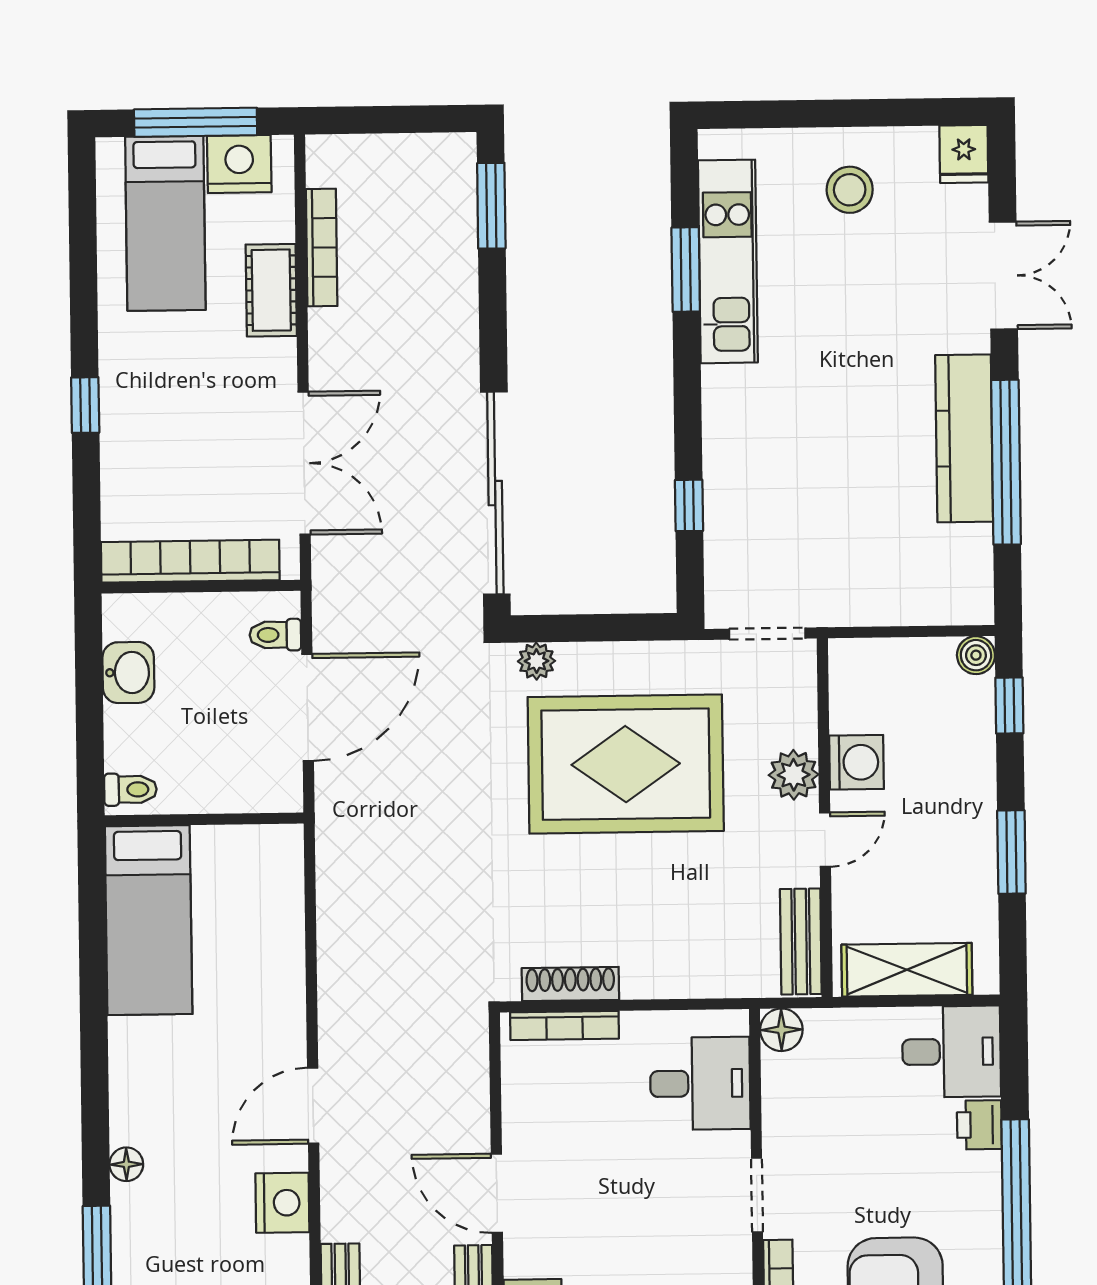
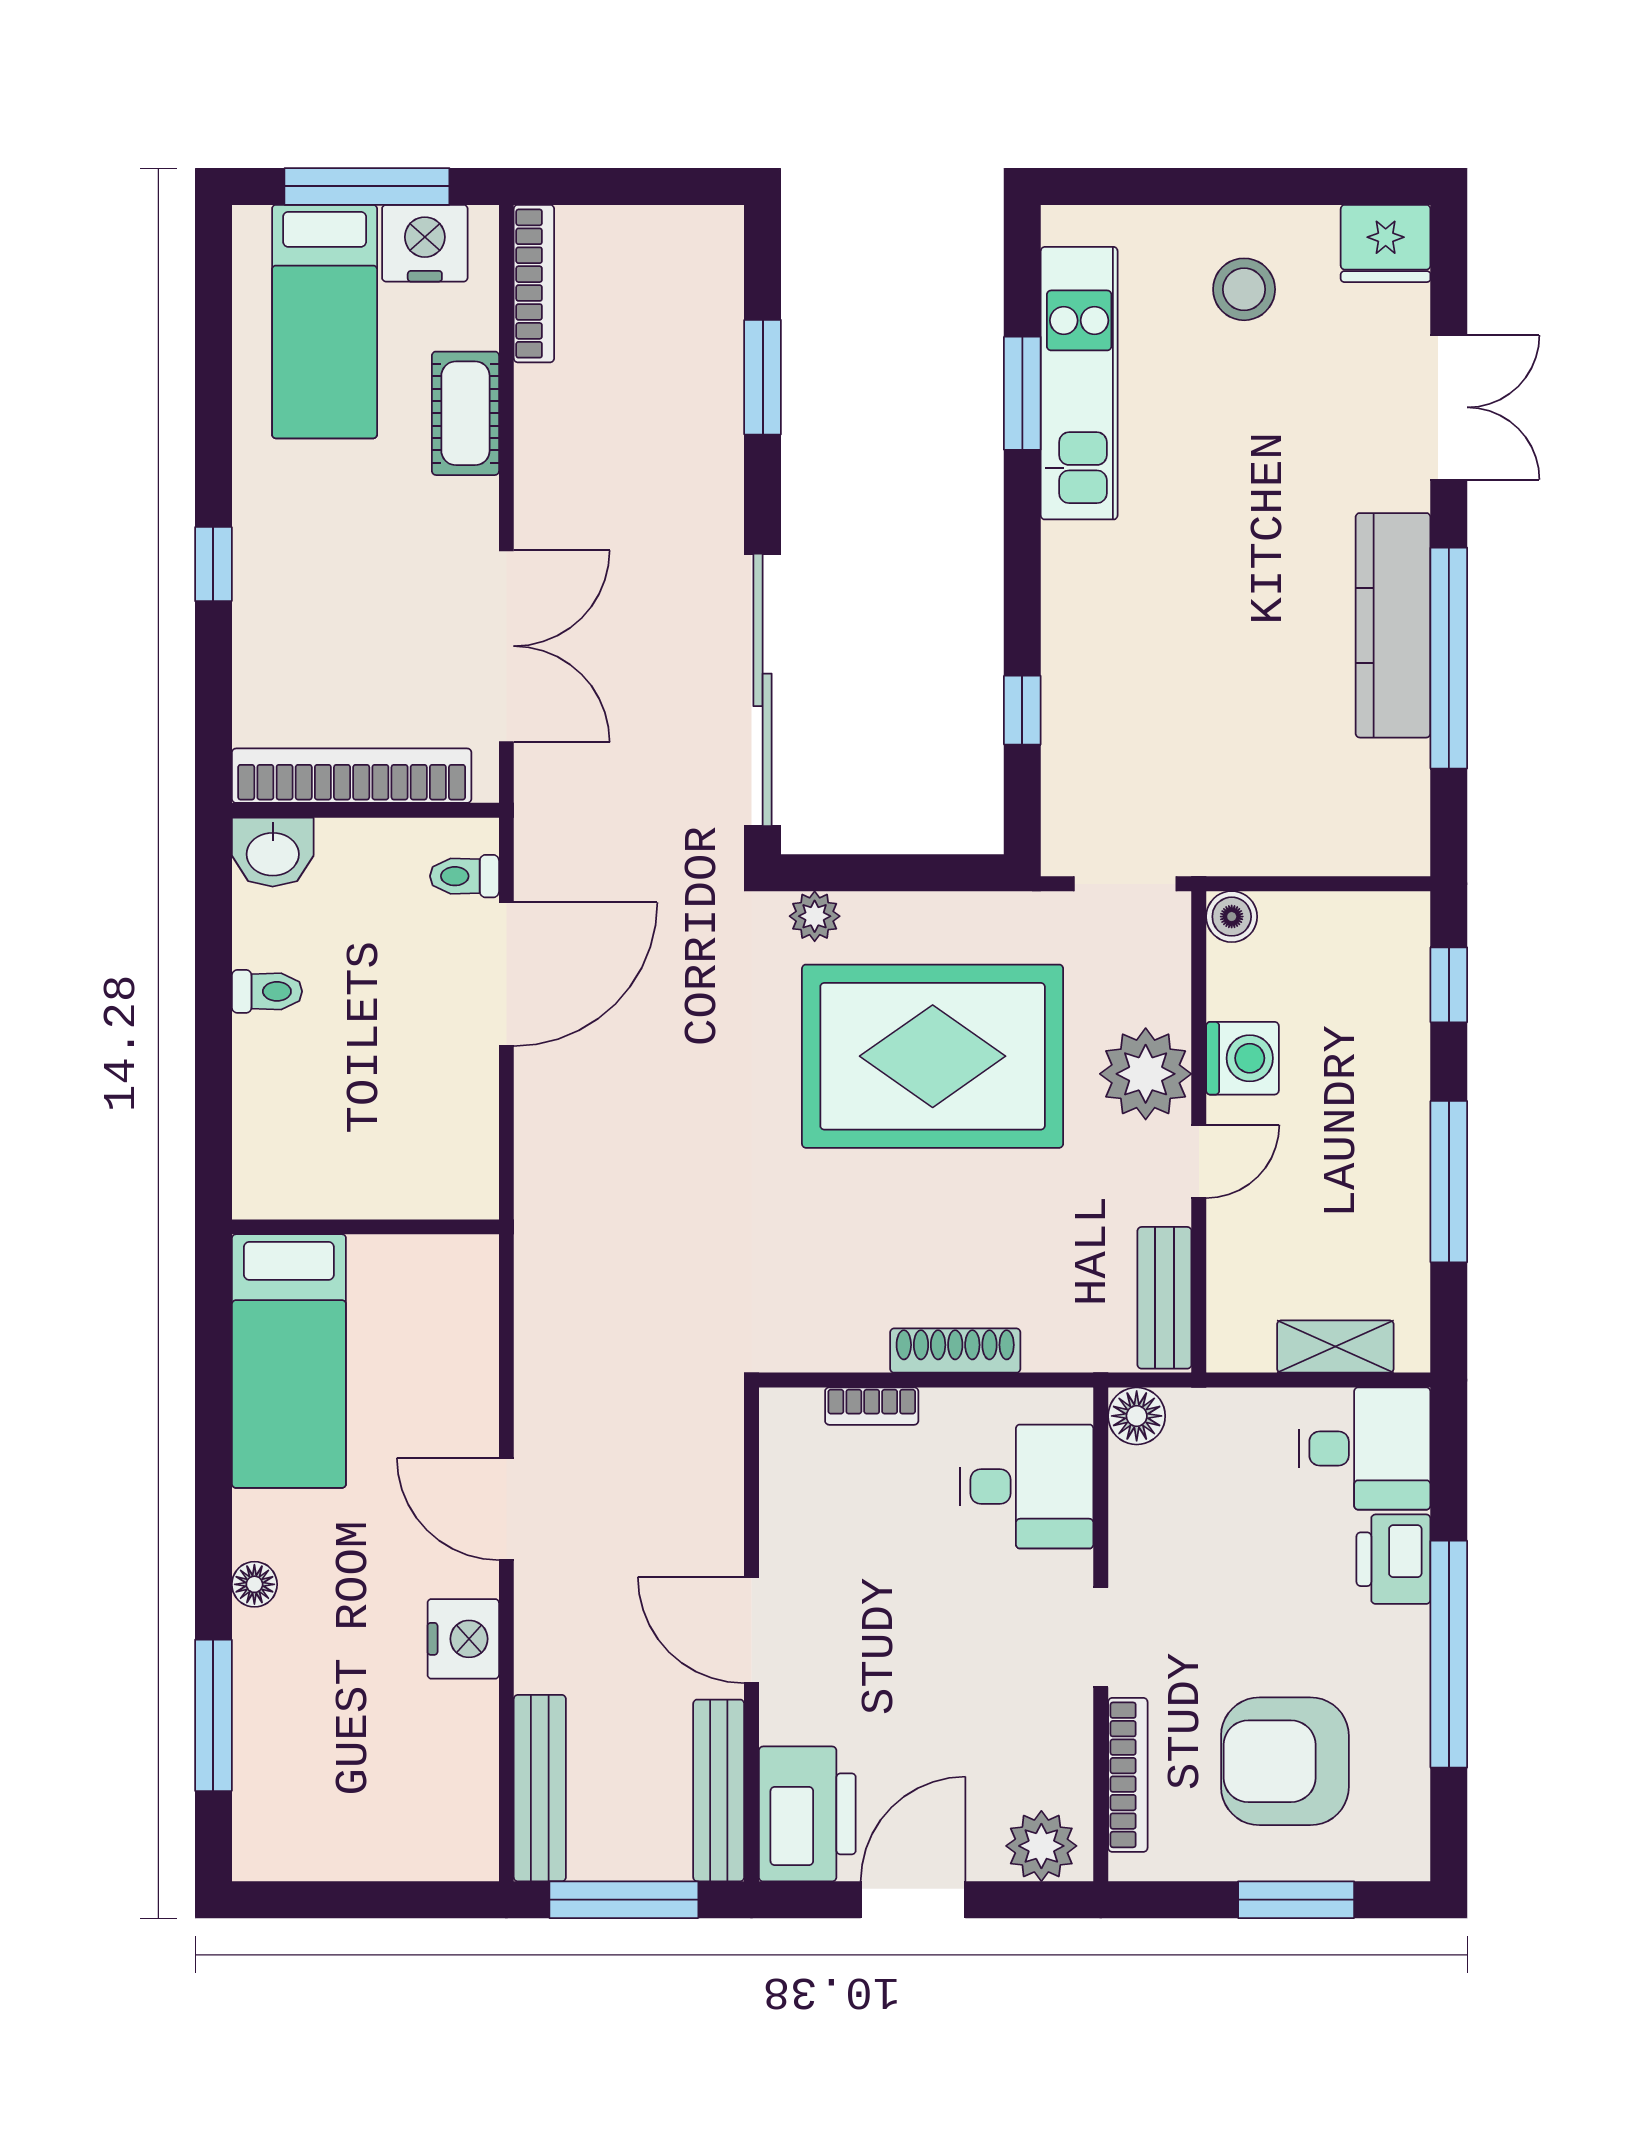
fridge: (964, 154) -> (1386, 243), width x1.38
window: (491, 206) -> (763, 377), moved
bookcase: (322, 248) -> (534, 284), moved
boiler: (976, 655) -> (1232, 917), moved
washbasin: (128, 673) -> (273, 852), moved, turned 90
plant: (794, 775) -> (1146, 1074), width x1.36, depth x1.36
toilet: (130, 789) -> (267, 991), moved
wall: (204, 819) -> (365, 1227), moved
window: (1011, 852) -> (1449, 1182), width x1.44
bed: (149, 920) -> (289, 1361), moved
shelving: (907, 970) -> (1335, 1347), width x0.67, depth x0.75
shoe rack: (570, 984) -> (955, 1351), moved
bookcase: (564, 1025) -> (872, 1406), width x0.64
door: (313, 1106) -> (506, 1509), hinge flipped
printer: (979, 1125) -> (1393, 1559), width x1.36, depth x1.24

